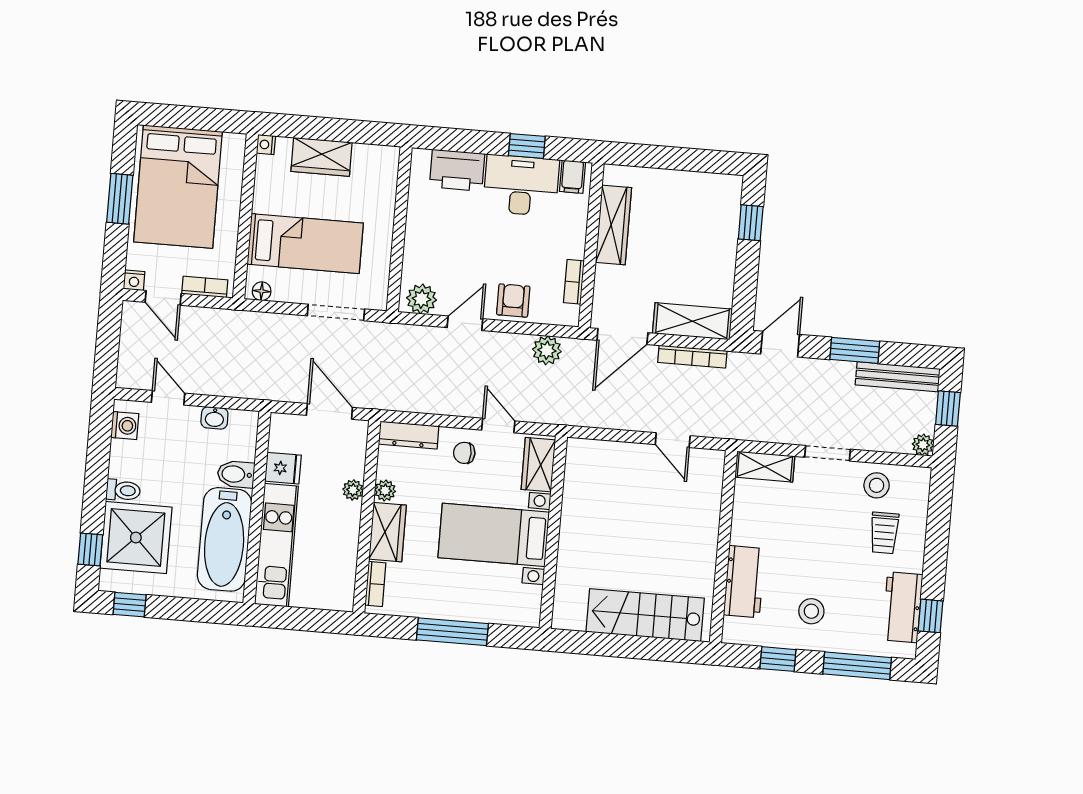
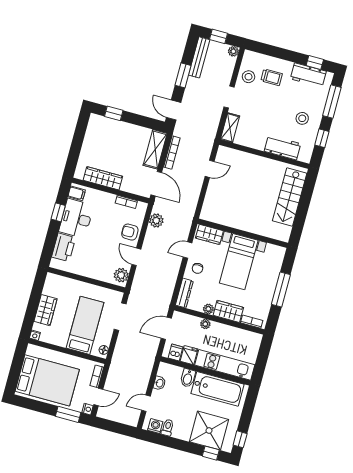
window: (120, 199) -> (68, 414), moved
dishwasher: (284, 440) -> (176, 352), added
toilet: (123, 490) -> (168, 428), moved

